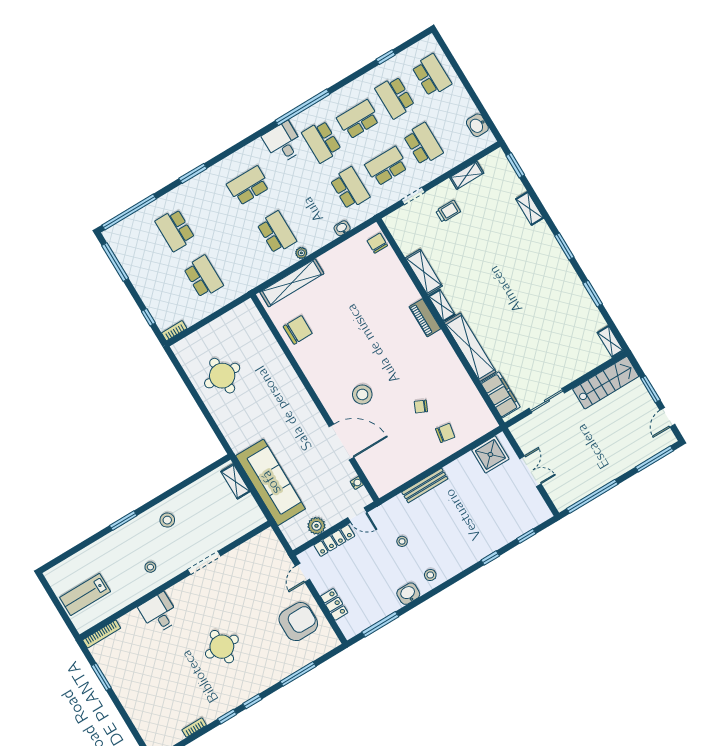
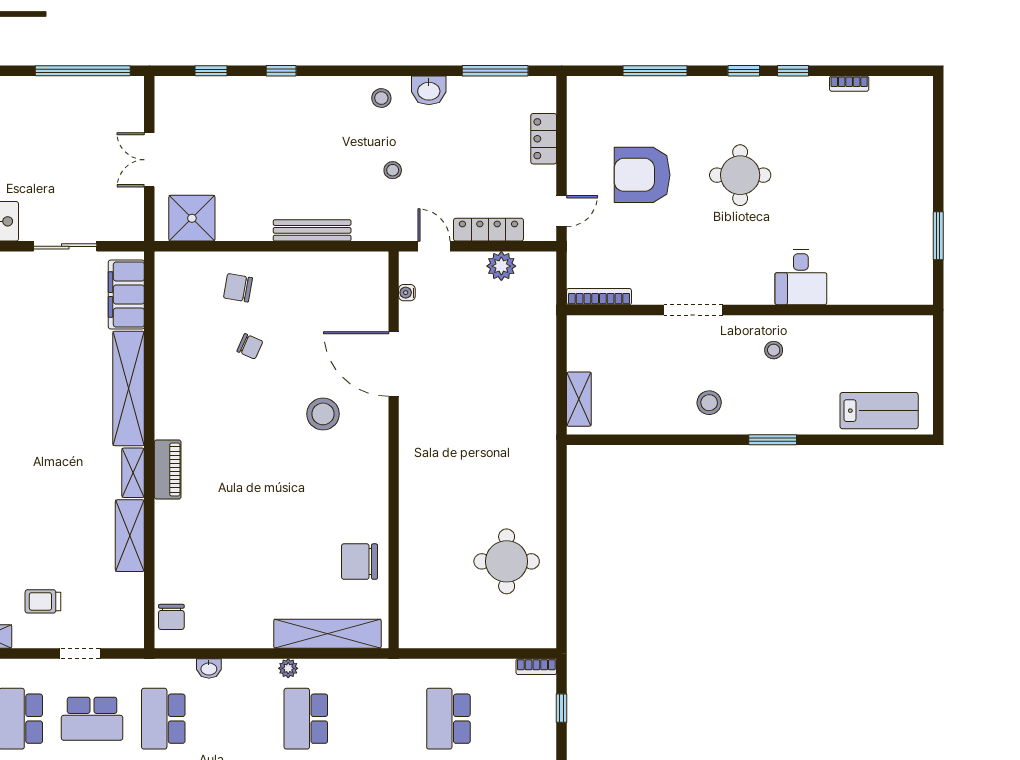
sofa: (271, 482) -> (529, 368), removed
lab bench: (85, 594) -> (879, 411), moved
armchair: (298, 622) -> (642, 175), moved
bookcase: (102, 634) -> (599, 297), moved

